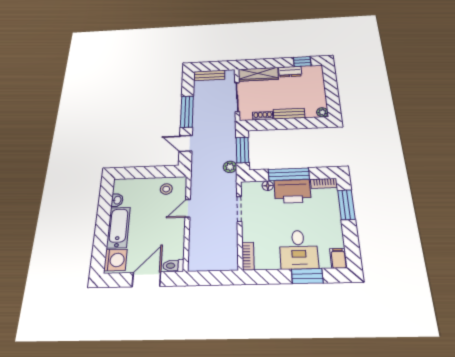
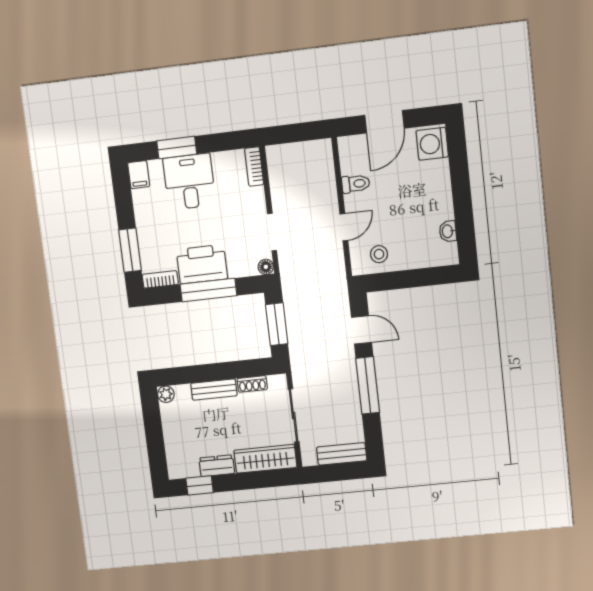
plant: (230, 167) -> (292, 296), removed
floor lamp: (268, 186) -> (266, 267), moved
bathtub: (118, 227) -> (438, 190), removed
toilet: (173, 266) -> (356, 184), moved

